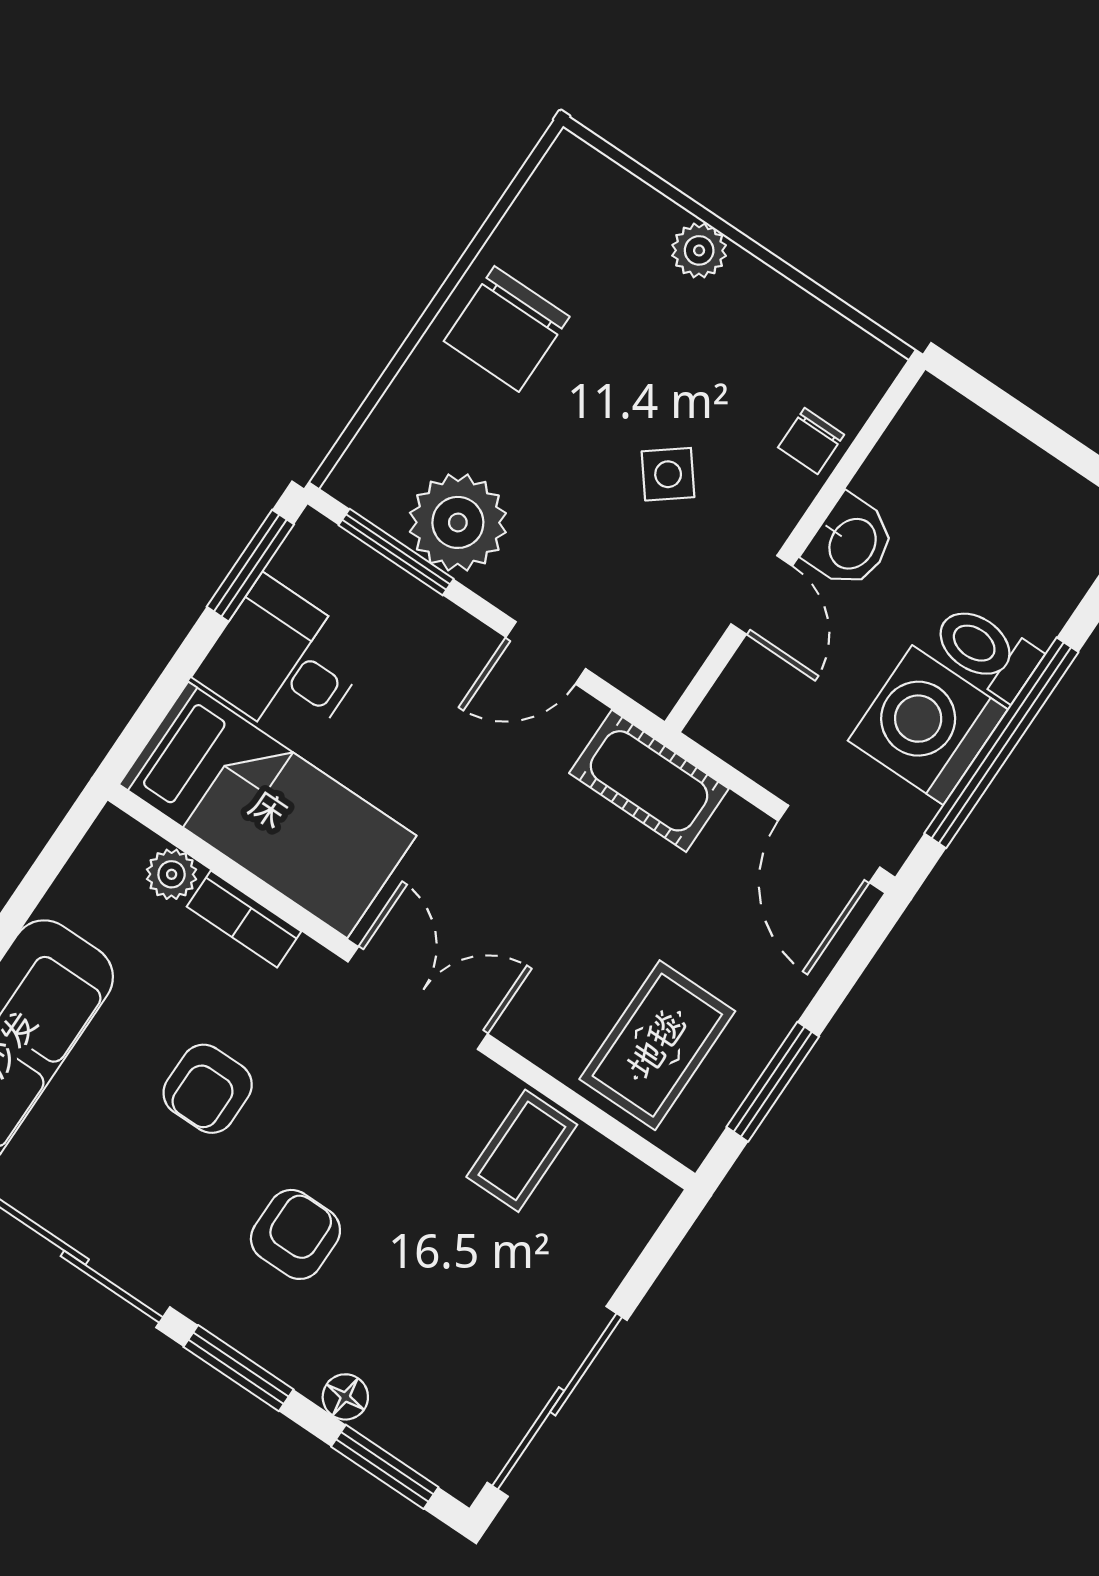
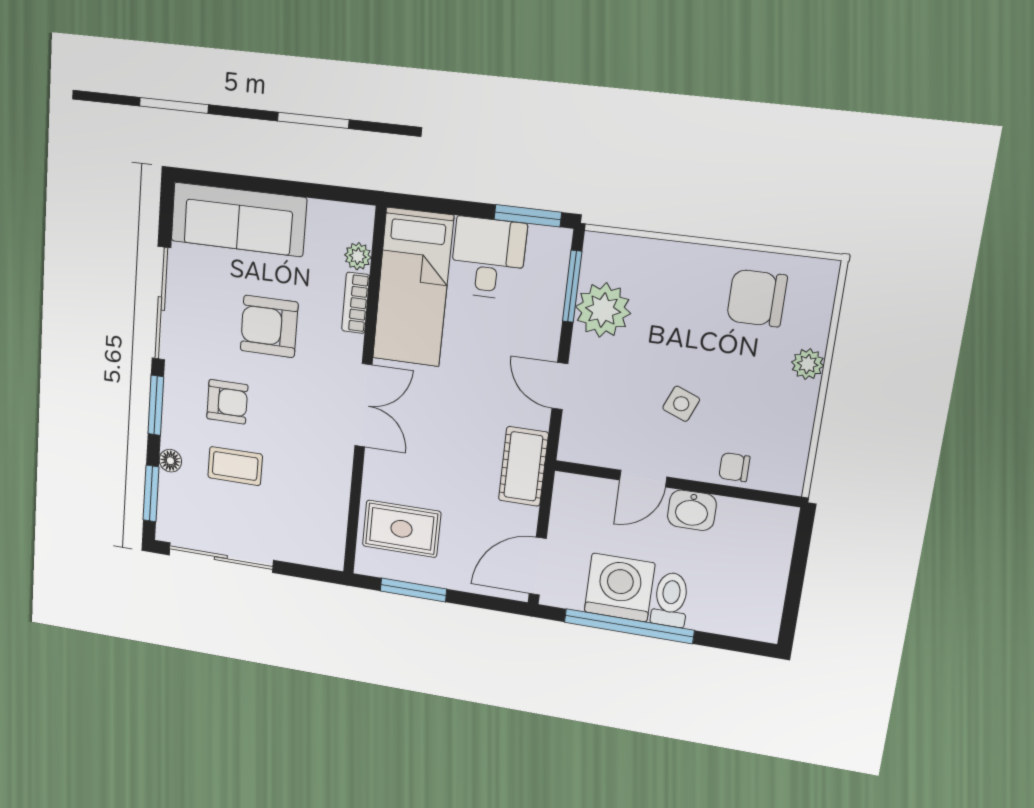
chair: (507, 329) -> (757, 298), moved
side table: (668, 474) -> (681, 404), turned -30
armchair: (208, 1089) -> (269, 326), width x1.38, depth x1.38
coffee table: (522, 1151) -> (235, 466), moved

